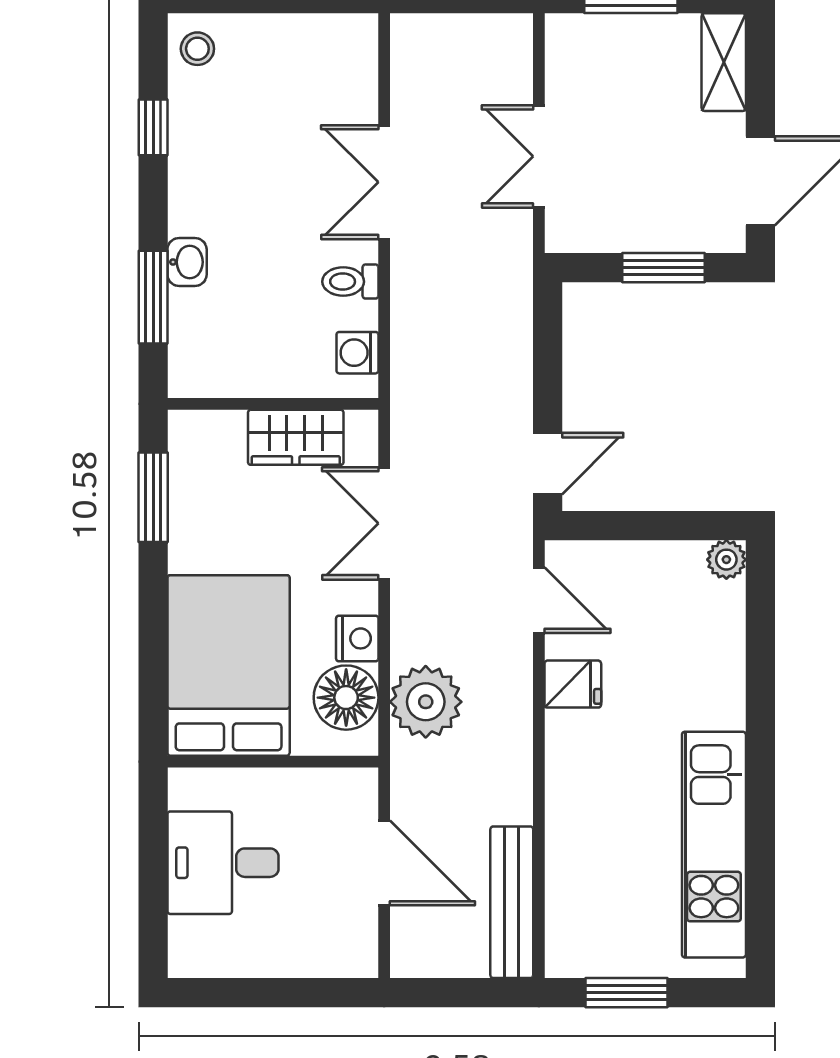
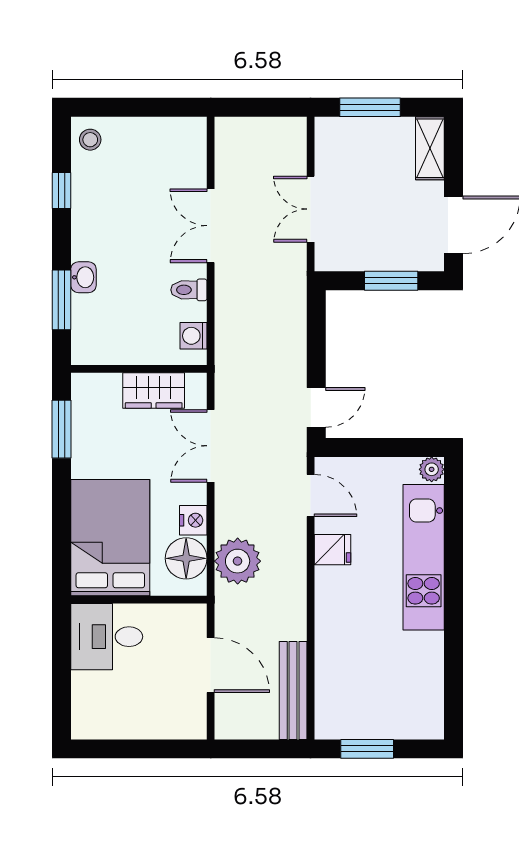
kitchen unit: (714, 845) -> (424, 557), moved
desk: (223, 863) -> (107, 637), moved

